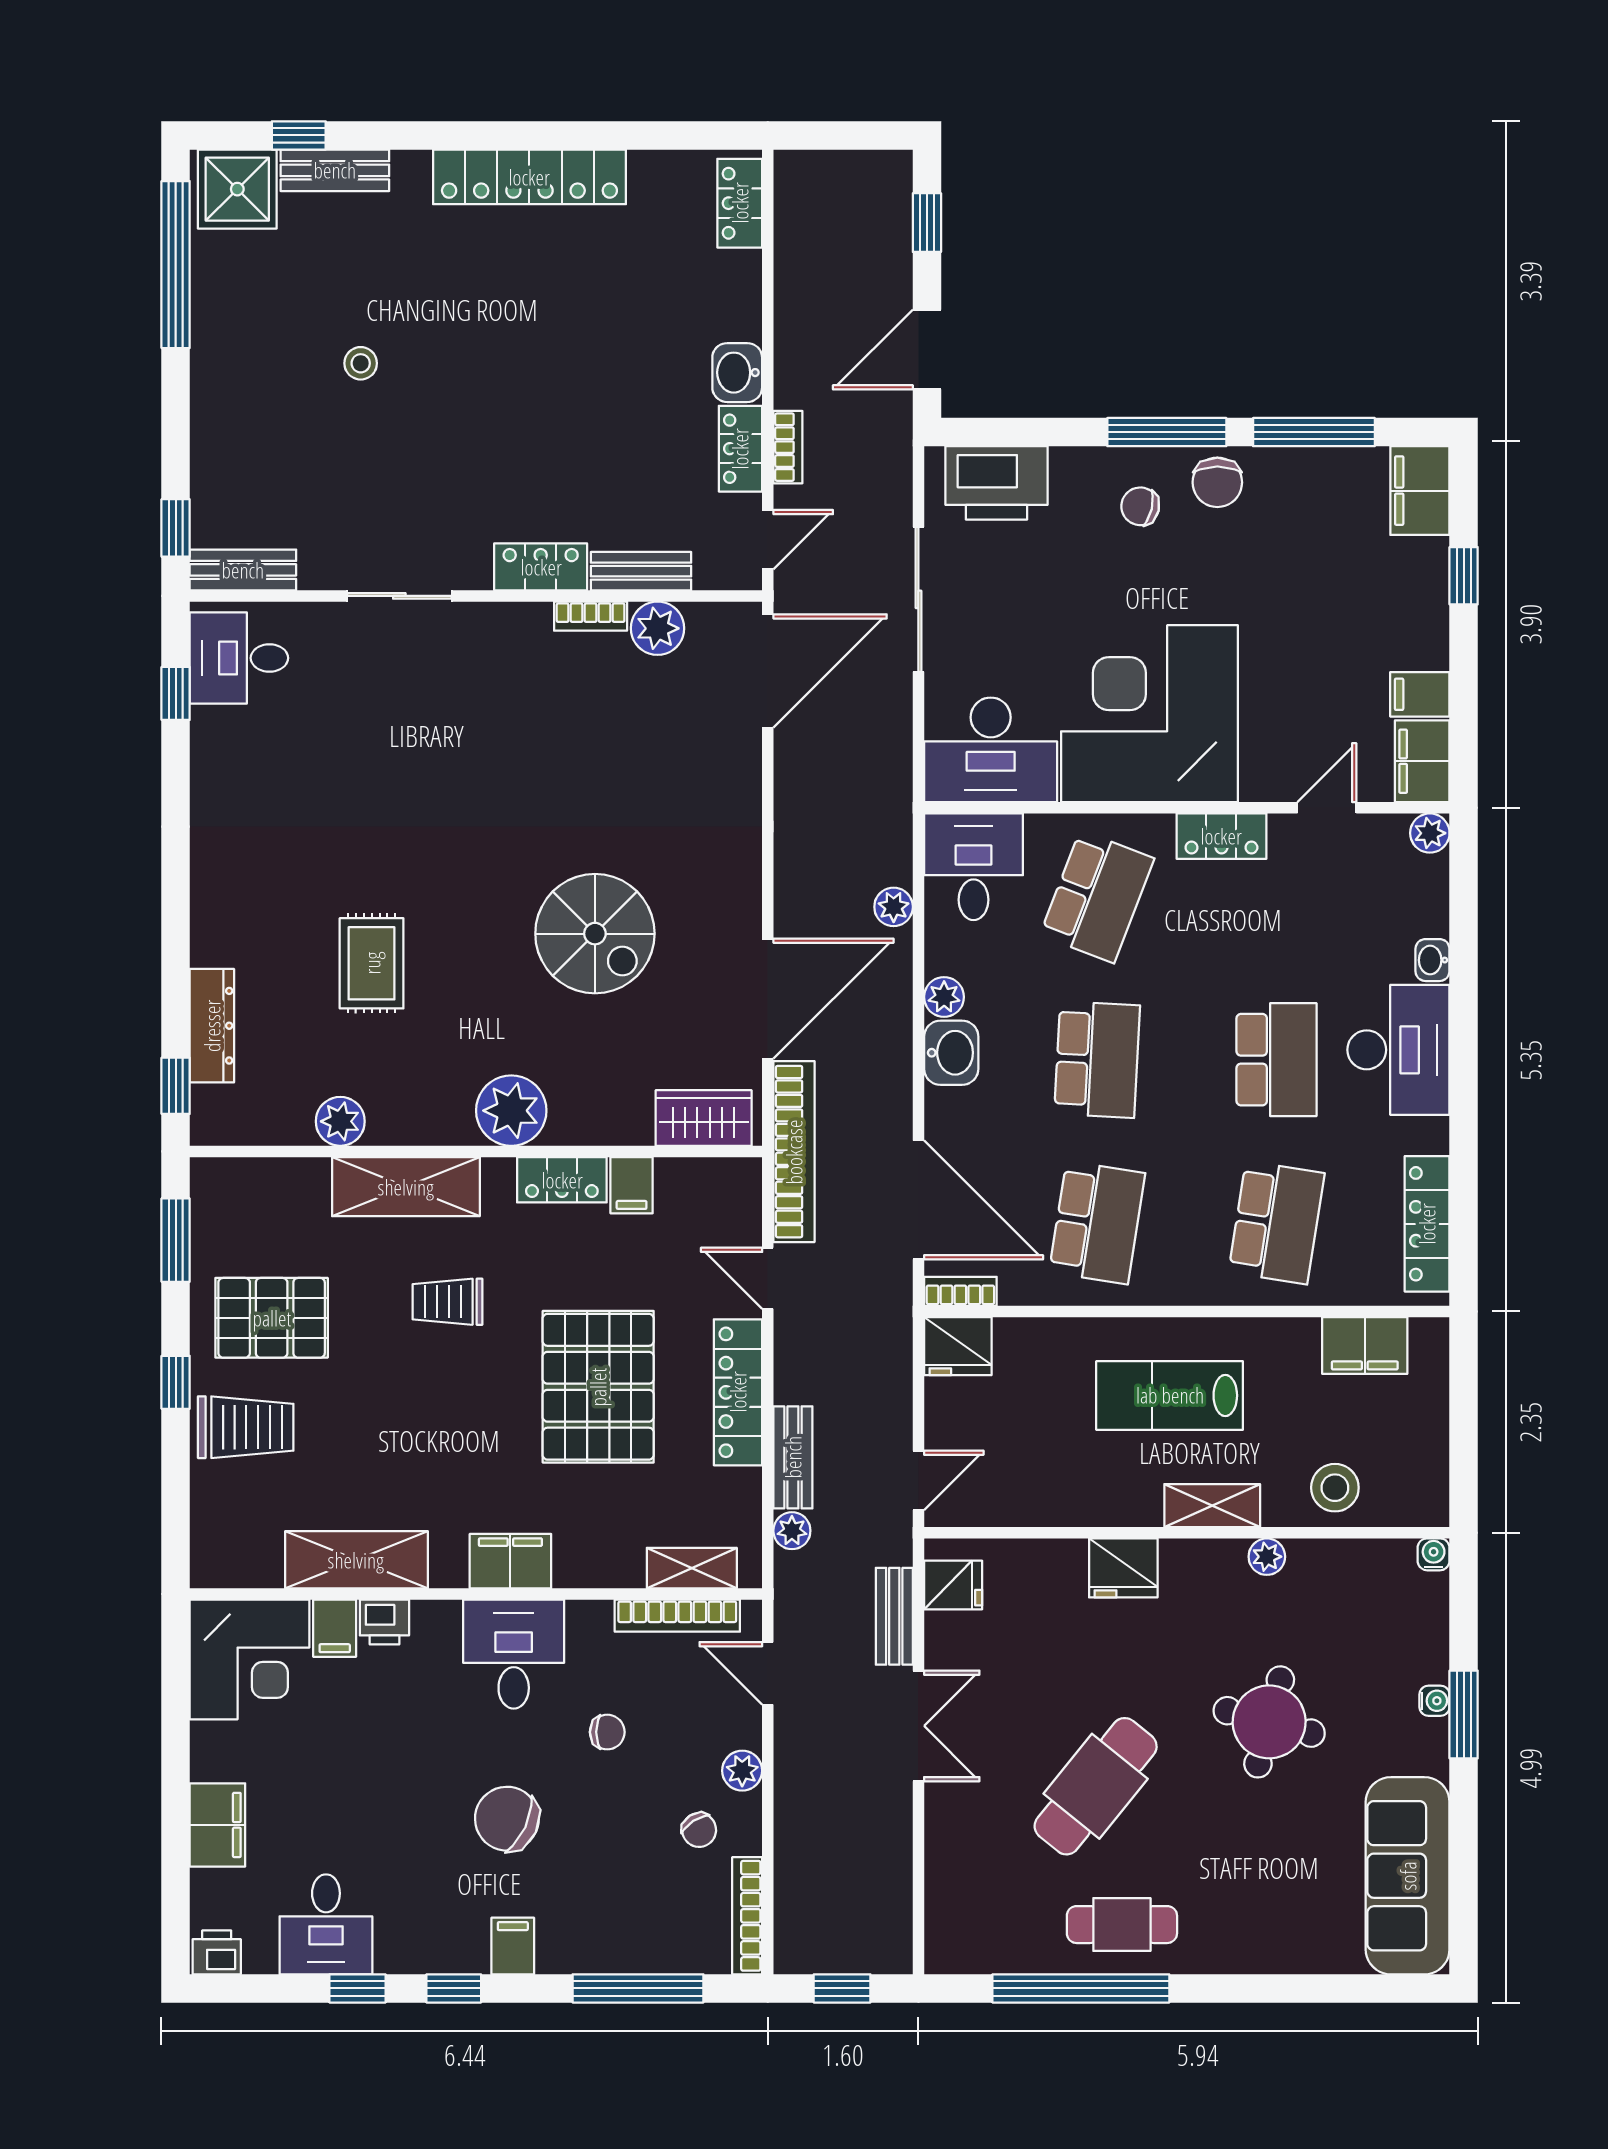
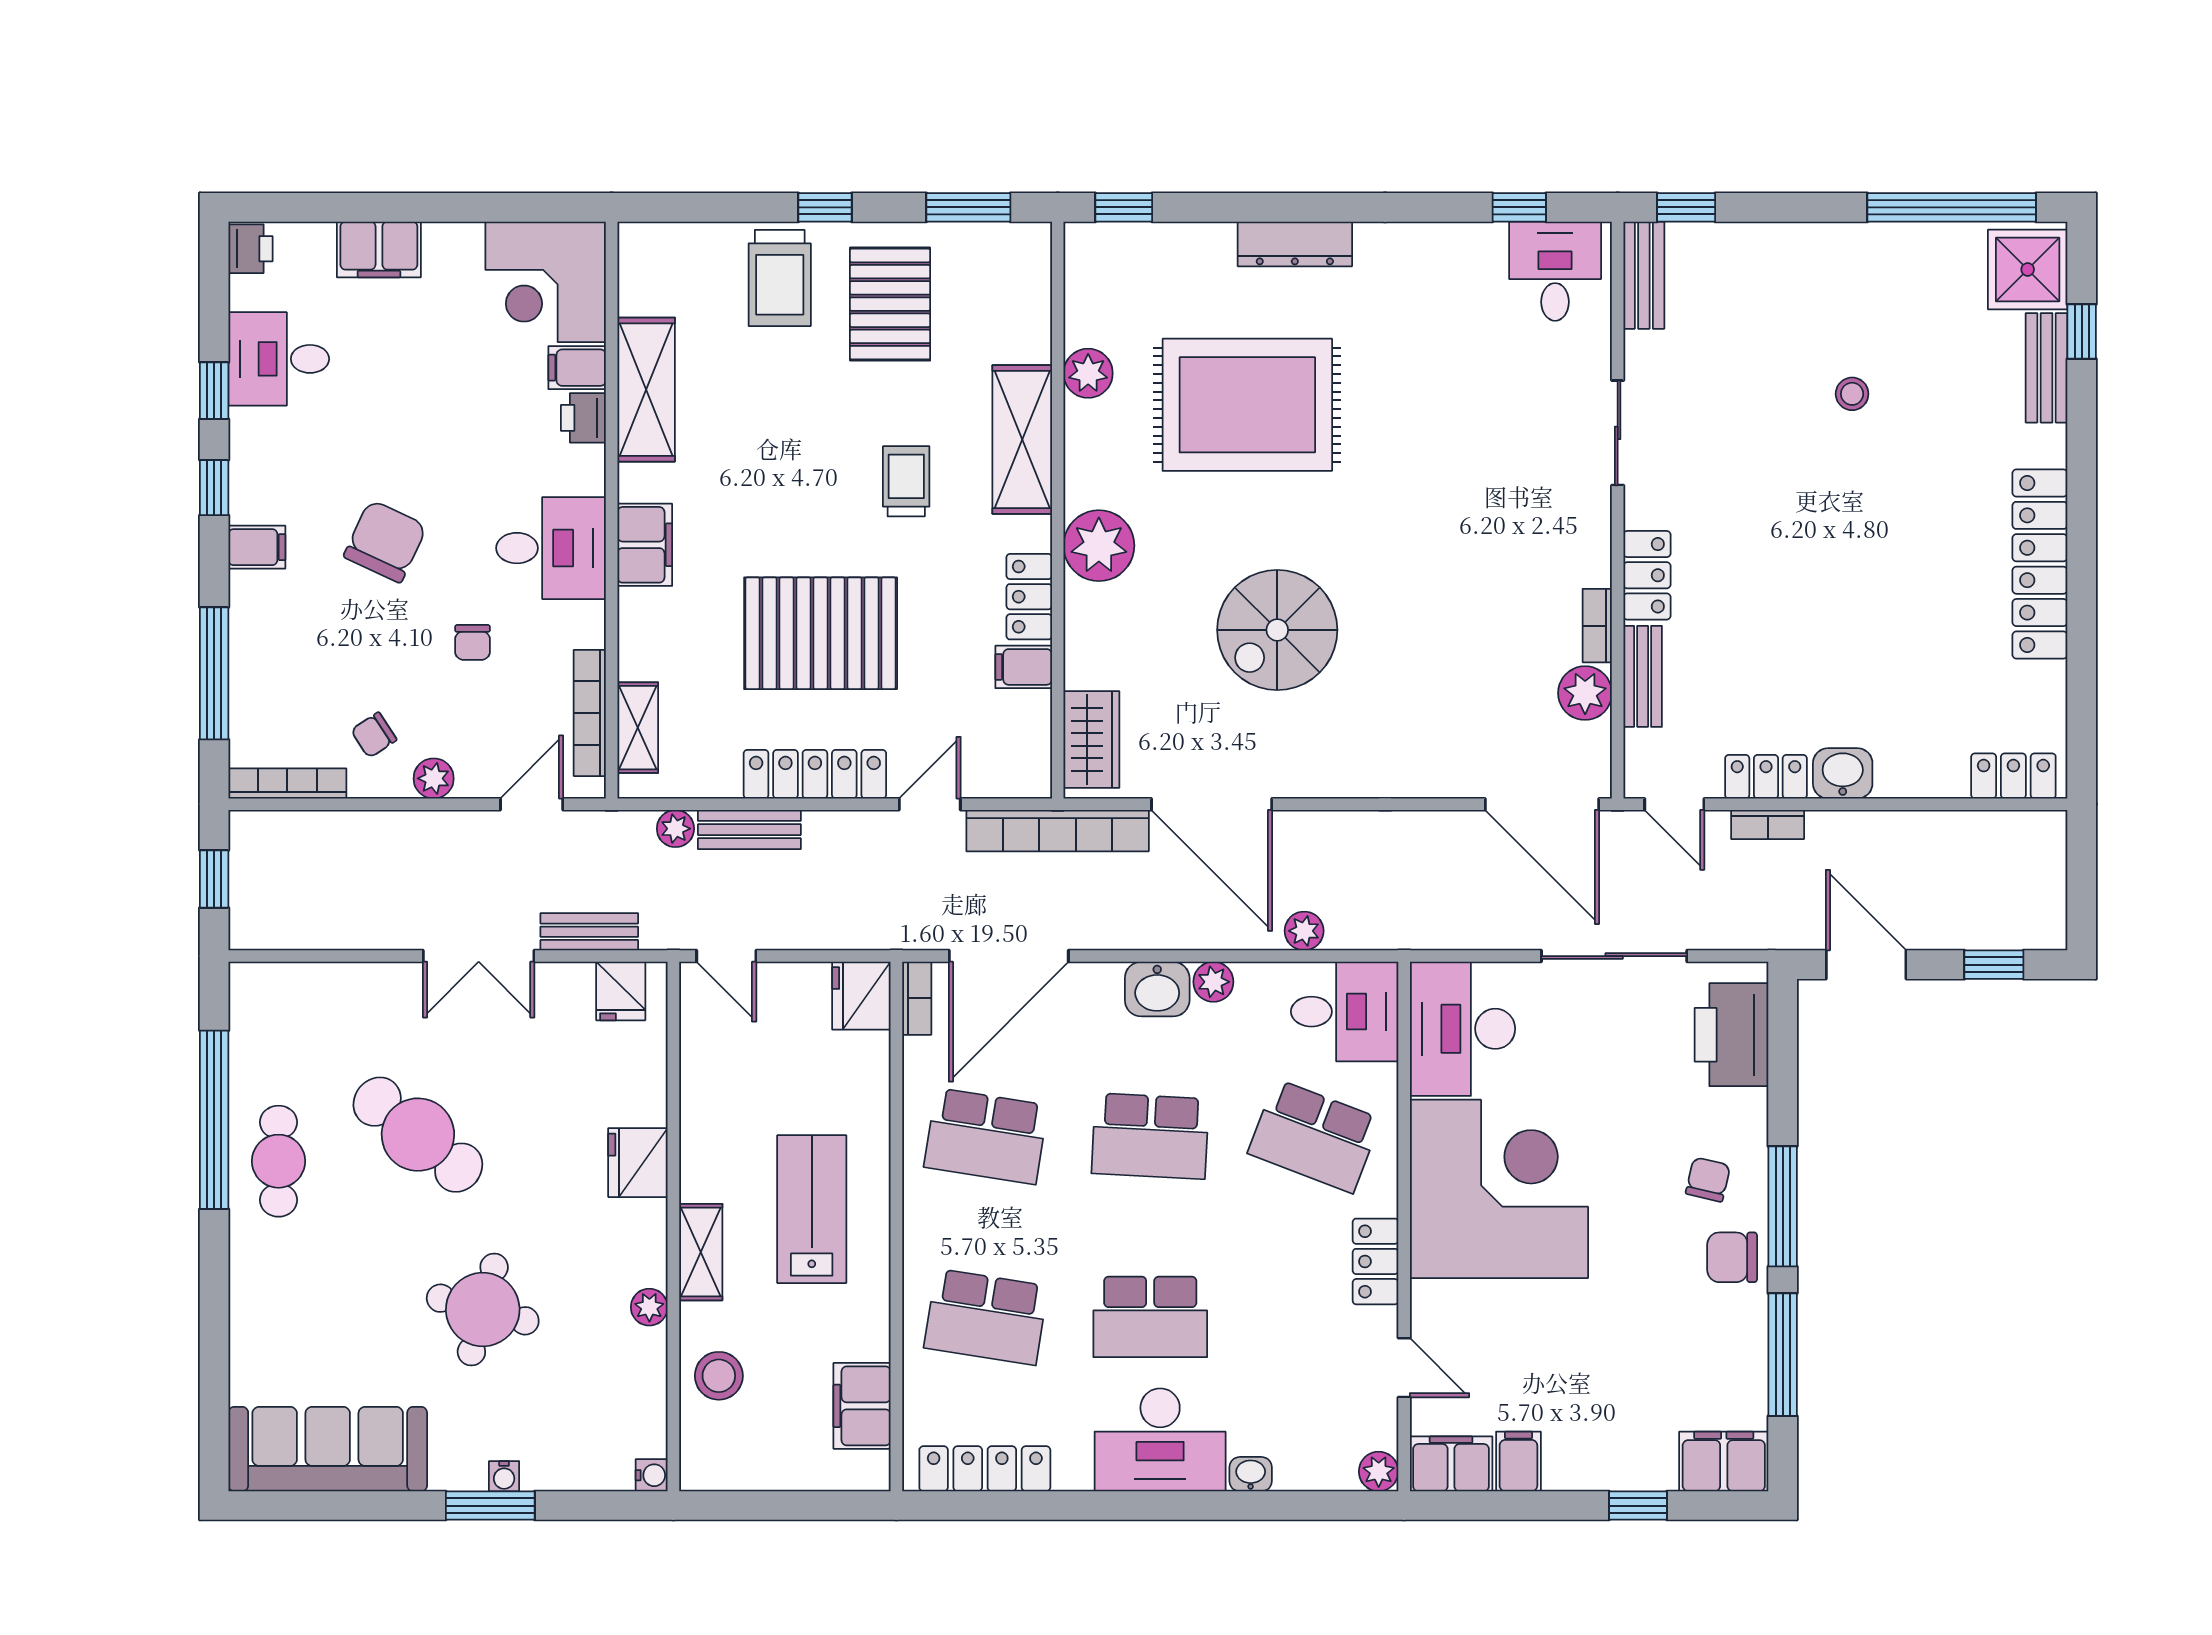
rug: (372, 963) -> (1247, 405), width x1.86, depth x2.06
dresser: (212, 1026) -> (1295, 244), moved

